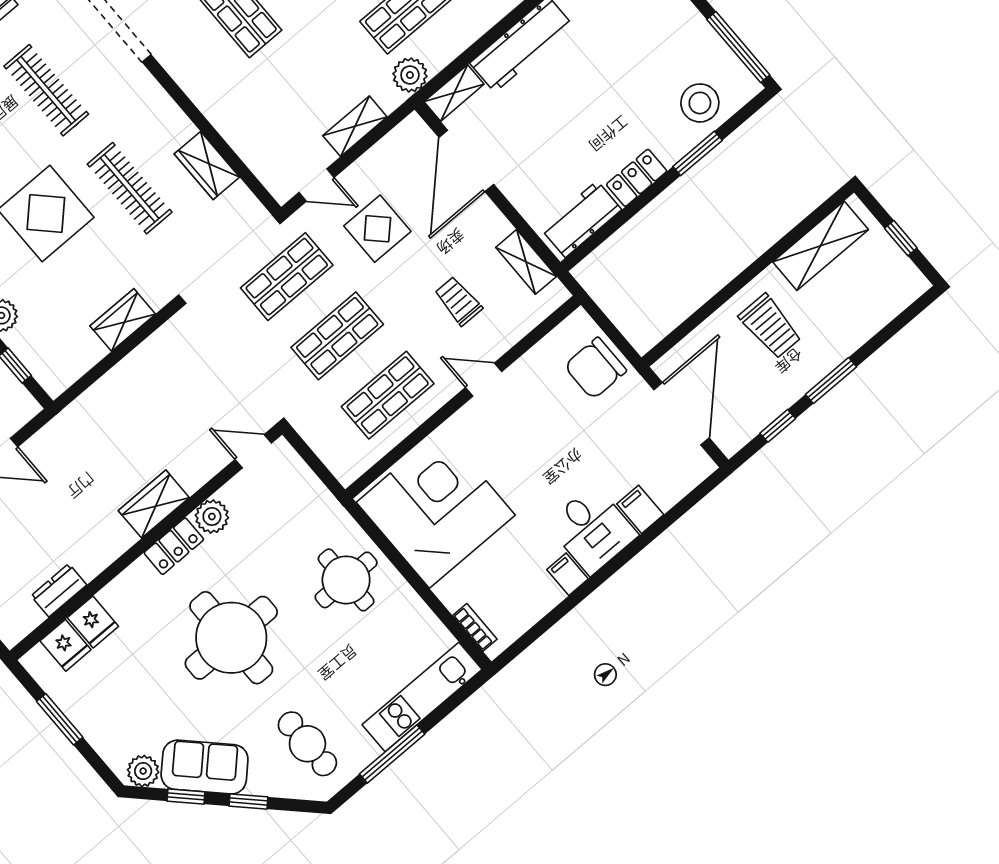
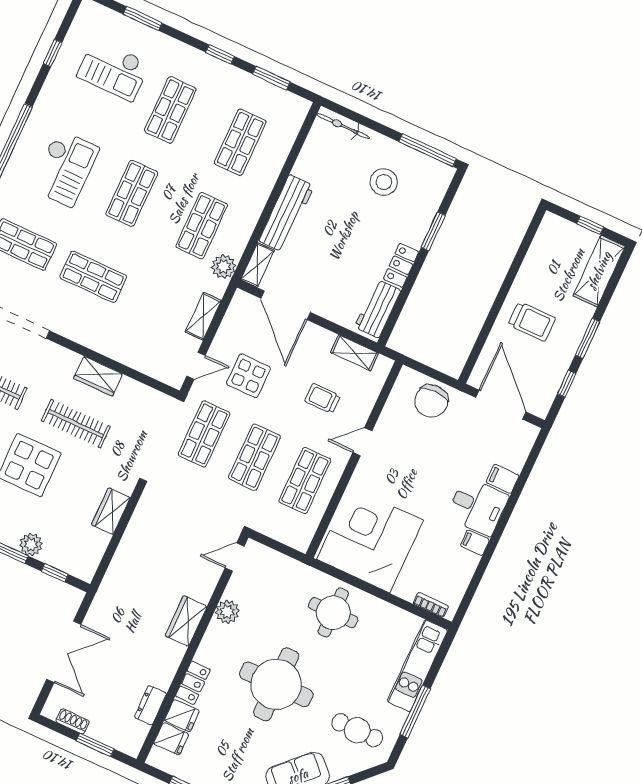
stool: (700, 103) -> (384, 182), moved
wardrobe: (207, 166) -> (98, 376), moved
shelving: (821, 246) -> (599, 271), moved
locker: (174, 546) -> (193, 683), moved

